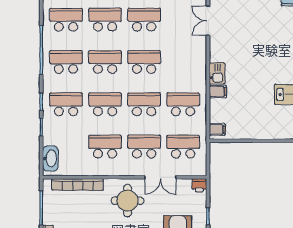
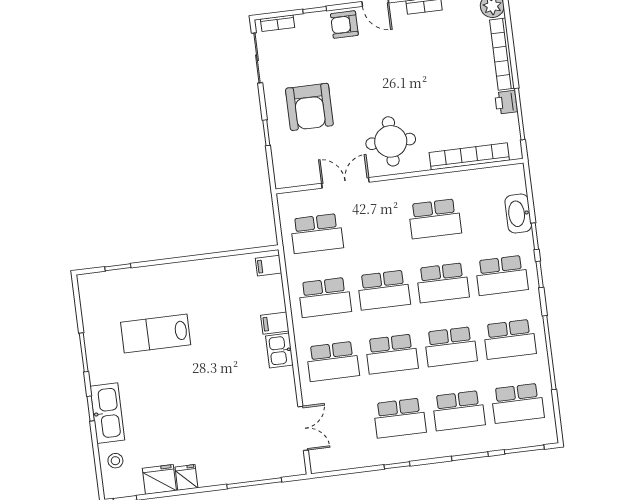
school desk: (144, 147) -> (333, 361), moved
washbasin: (50, 158) -> (518, 214), moved
printer: (199, 185) -> (506, 102), moved, turned -90

